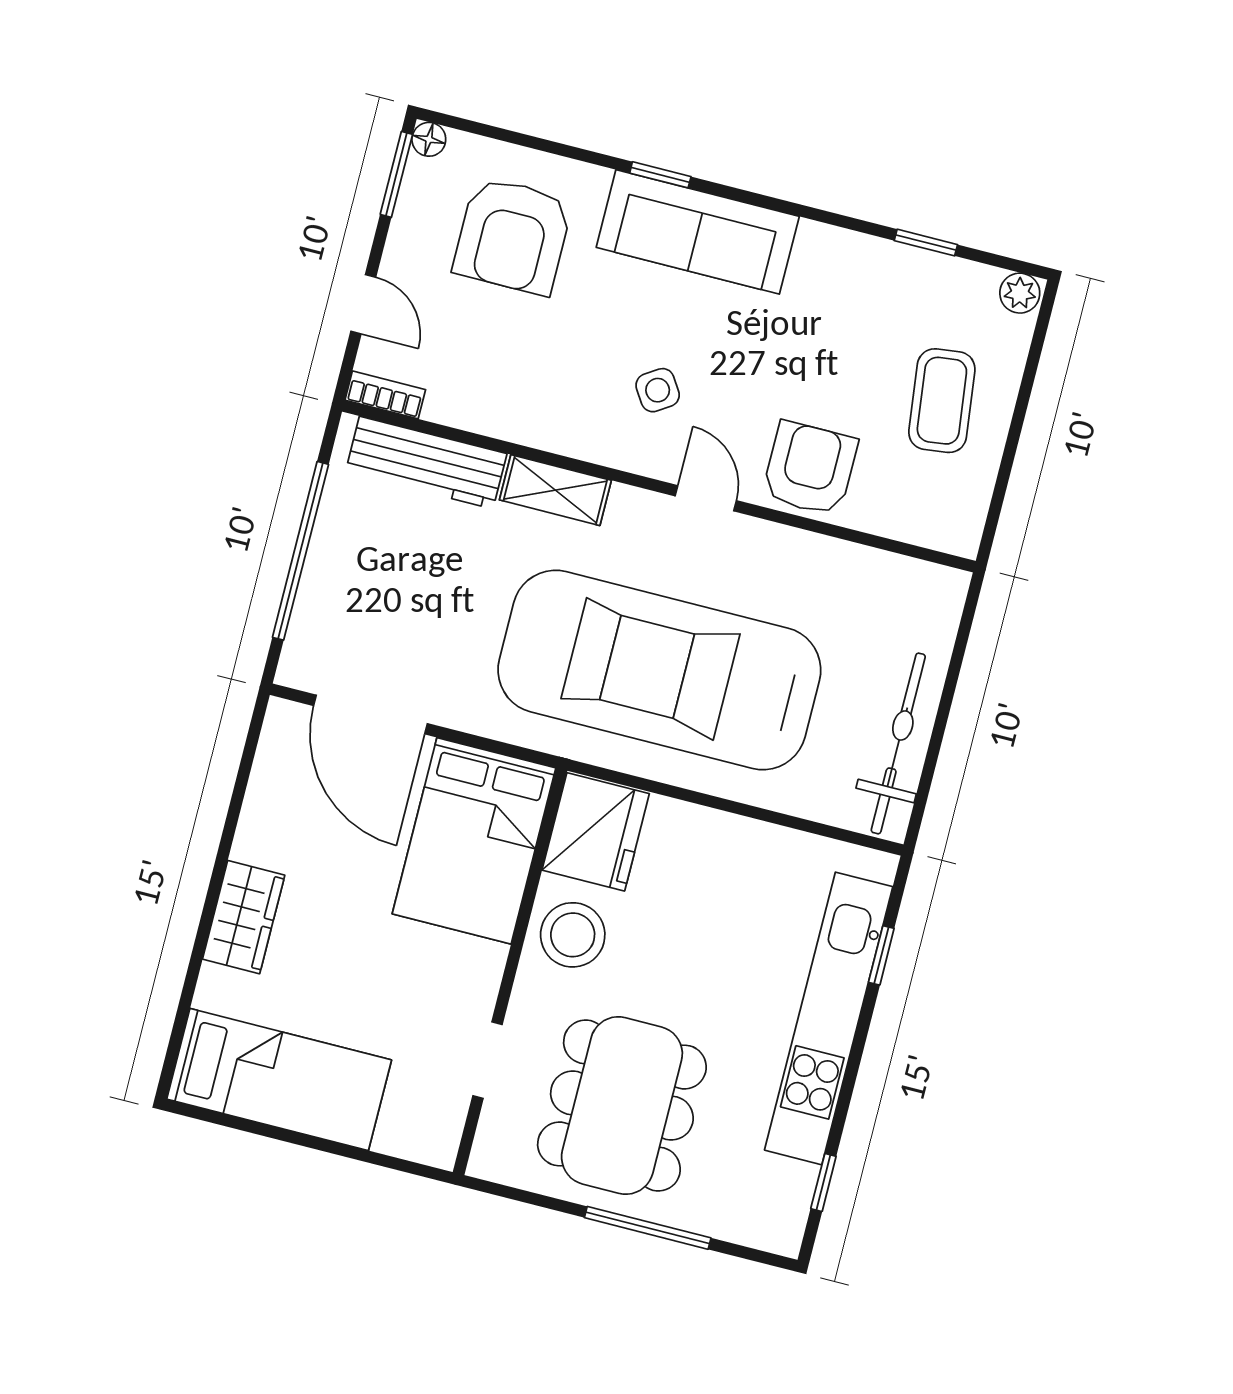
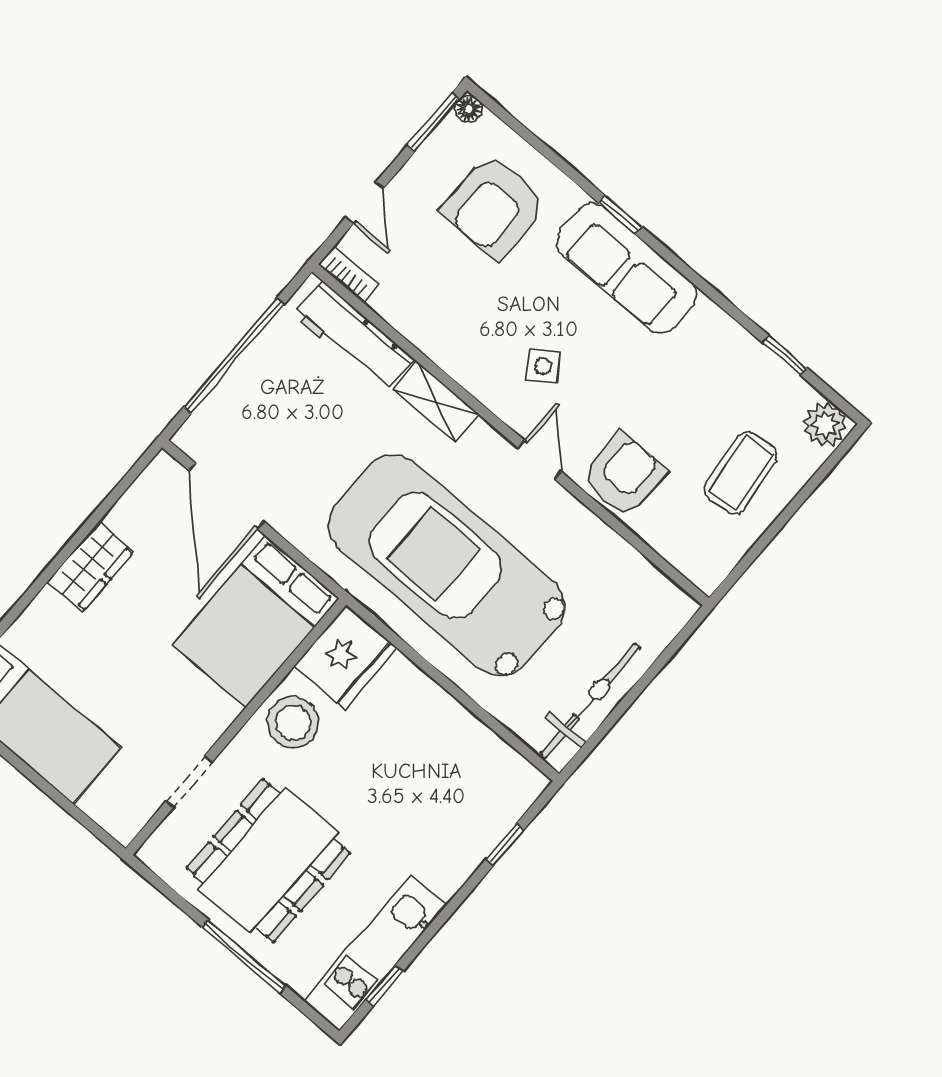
plant: (1020, 293) -> (825, 424), width x1.38, depth x1.38
wardrobe: (244, 917) -> (91, 566), moved
kitchen unit: (829, 1018) -> (375, 953), moved, width x0.73

